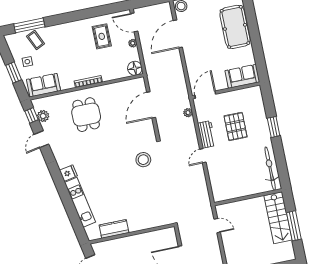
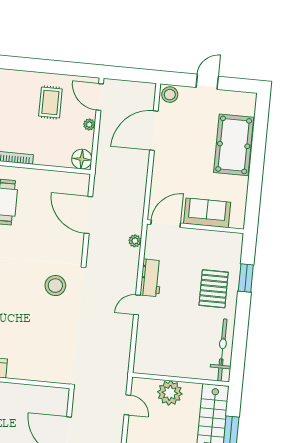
sofa: (242, 76) -> (207, 213), moved
door: (151, 105) -> (88, 215), hinge flipped
pallet: (236, 126) -> (214, 289), moved
window: (274, 127) -> (246, 278), moved
plant: (243, 209) -> (170, 393), added

